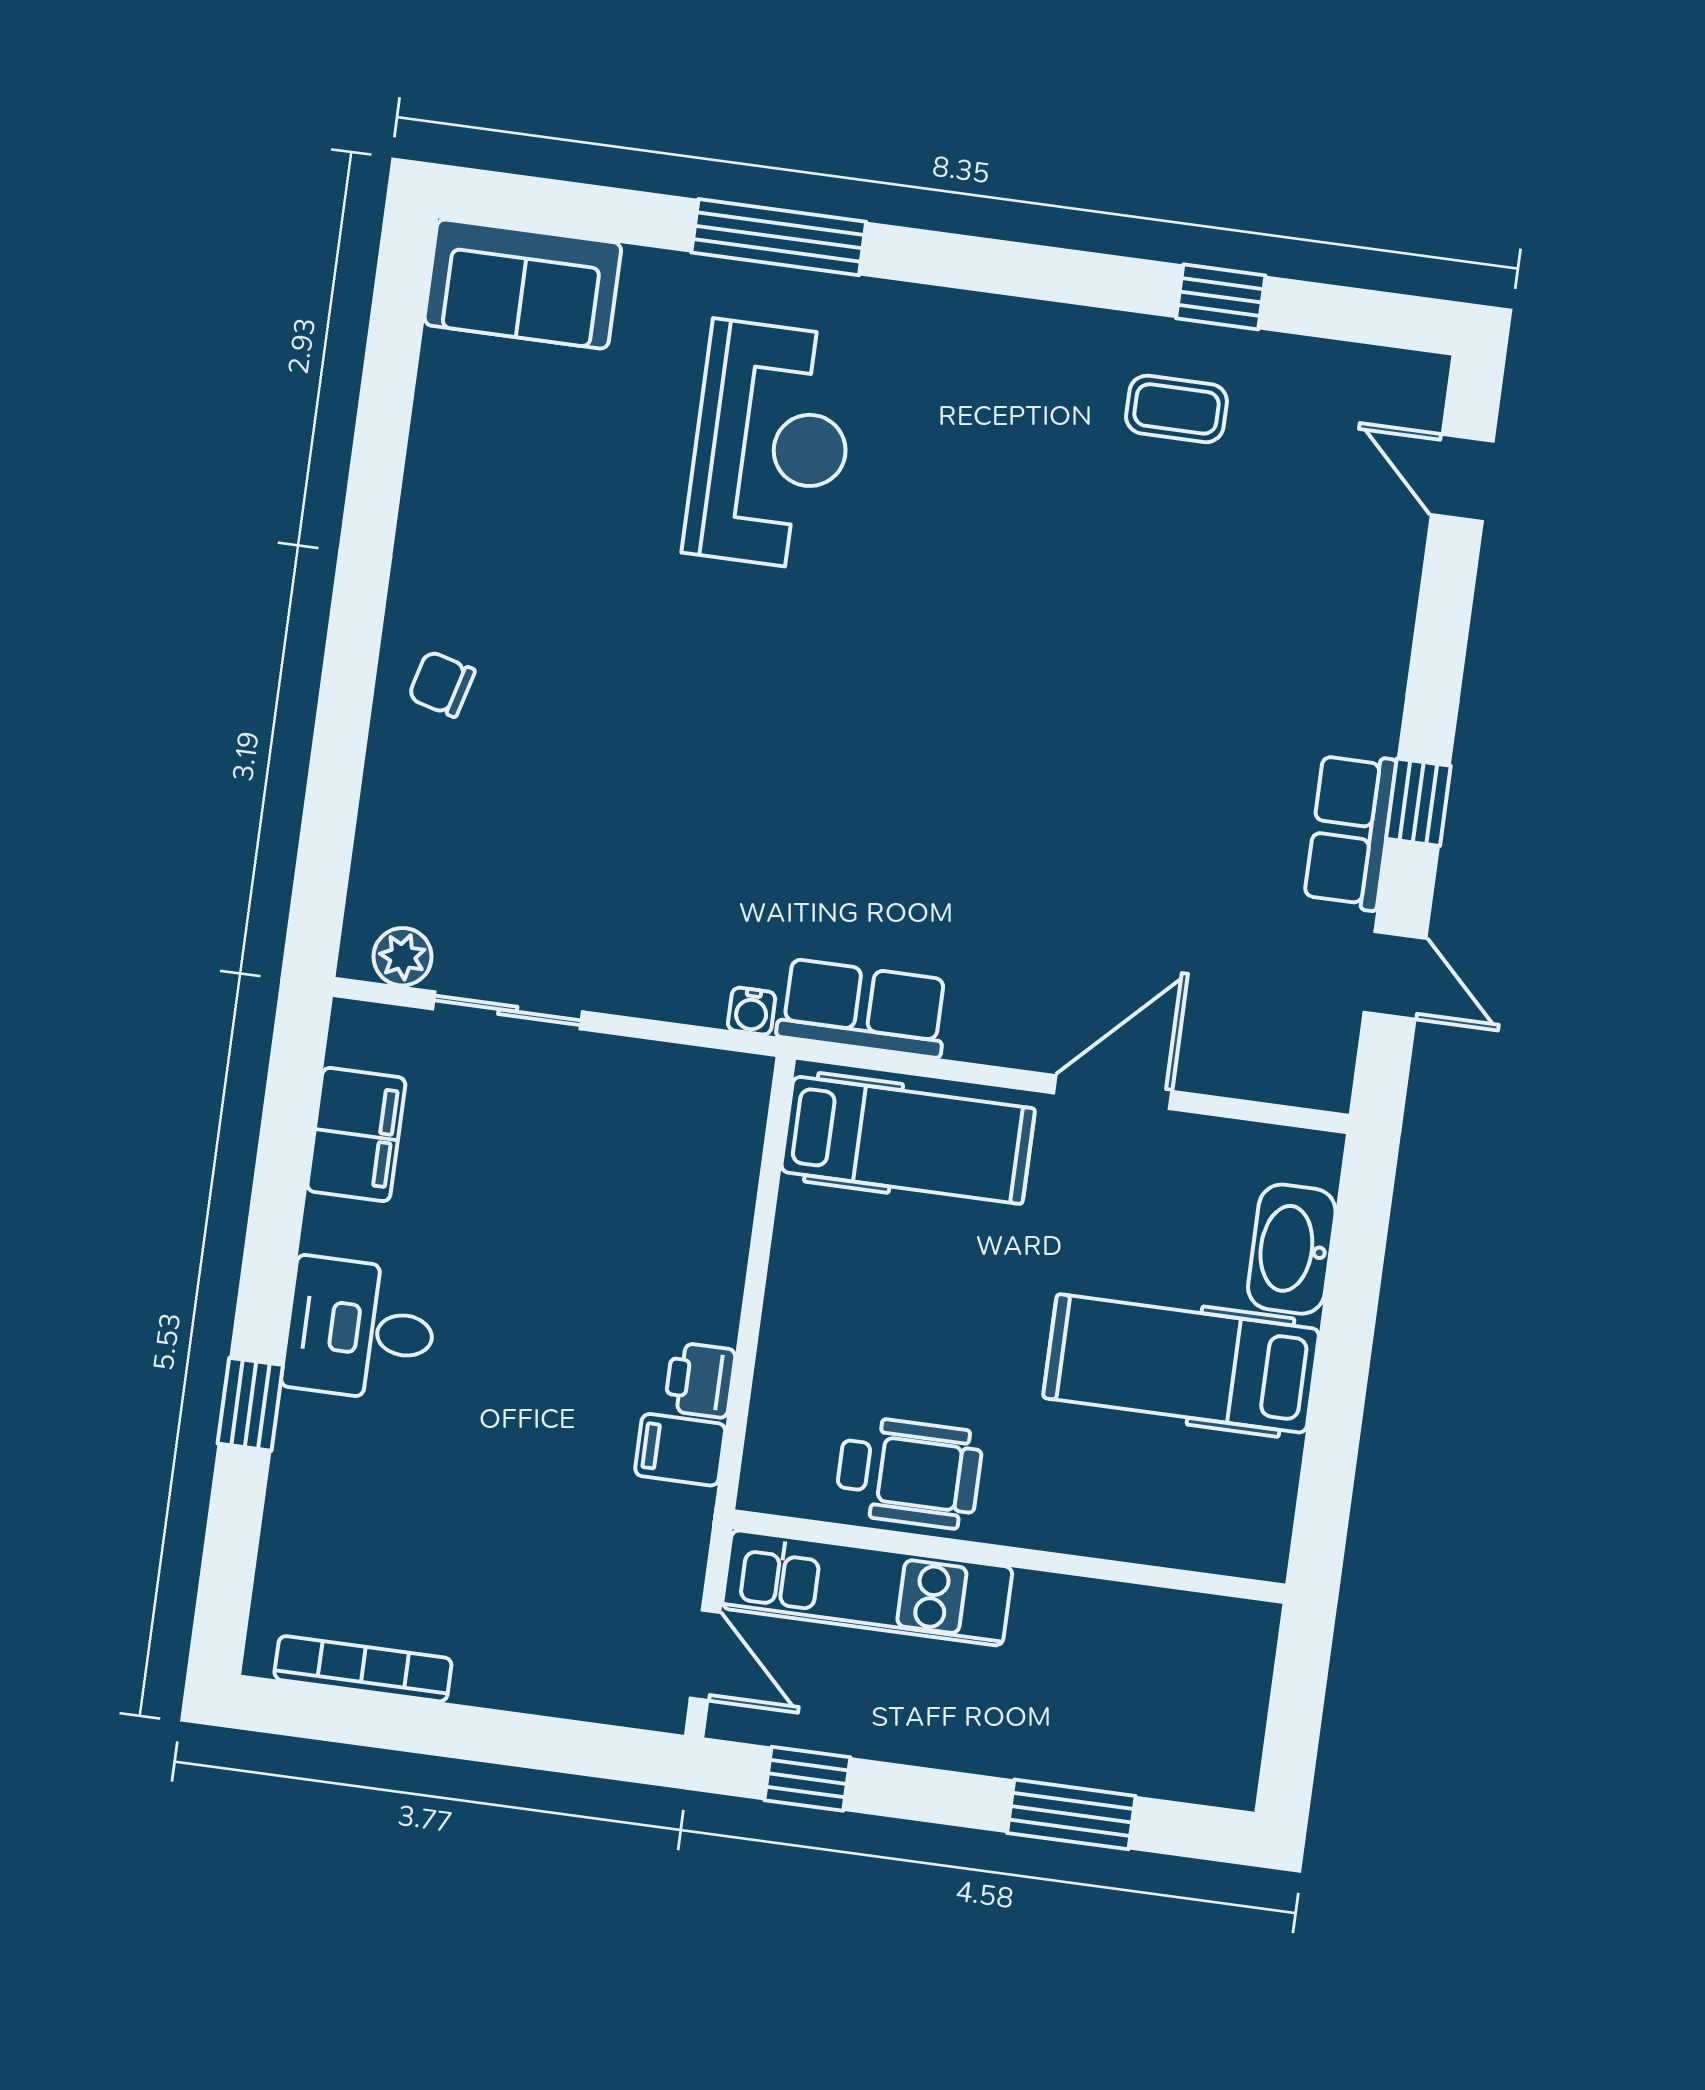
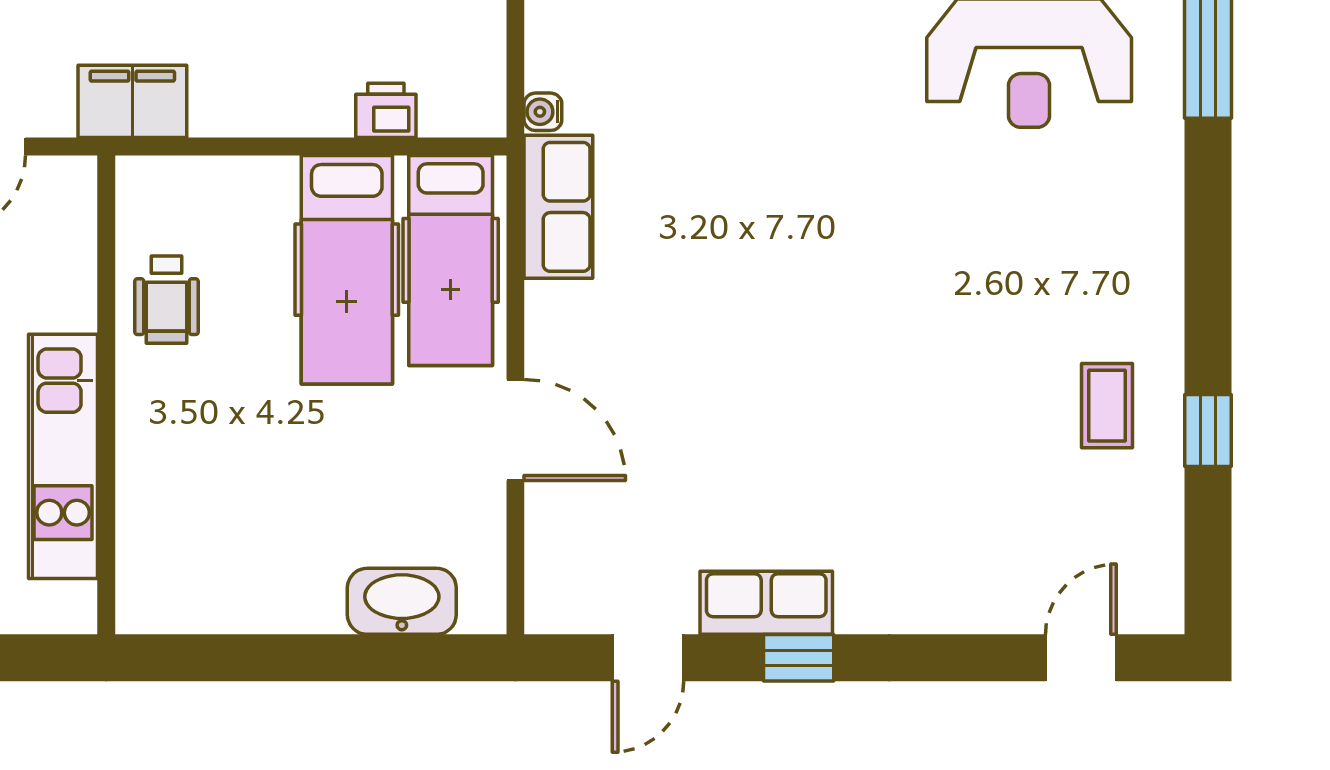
hospital bed: (1181, 1364) -> (347, 270), moved, turned 180
printer: (700, 1380) -> (386, 110), moved
filing cabinet: (680, 1450) -> (132, 101), width x2.00
wheelchair: (909, 1473) -> (167, 300), width x0.73, depth x0.73
kitchen unit: (867, 1588) -> (63, 456), moved

